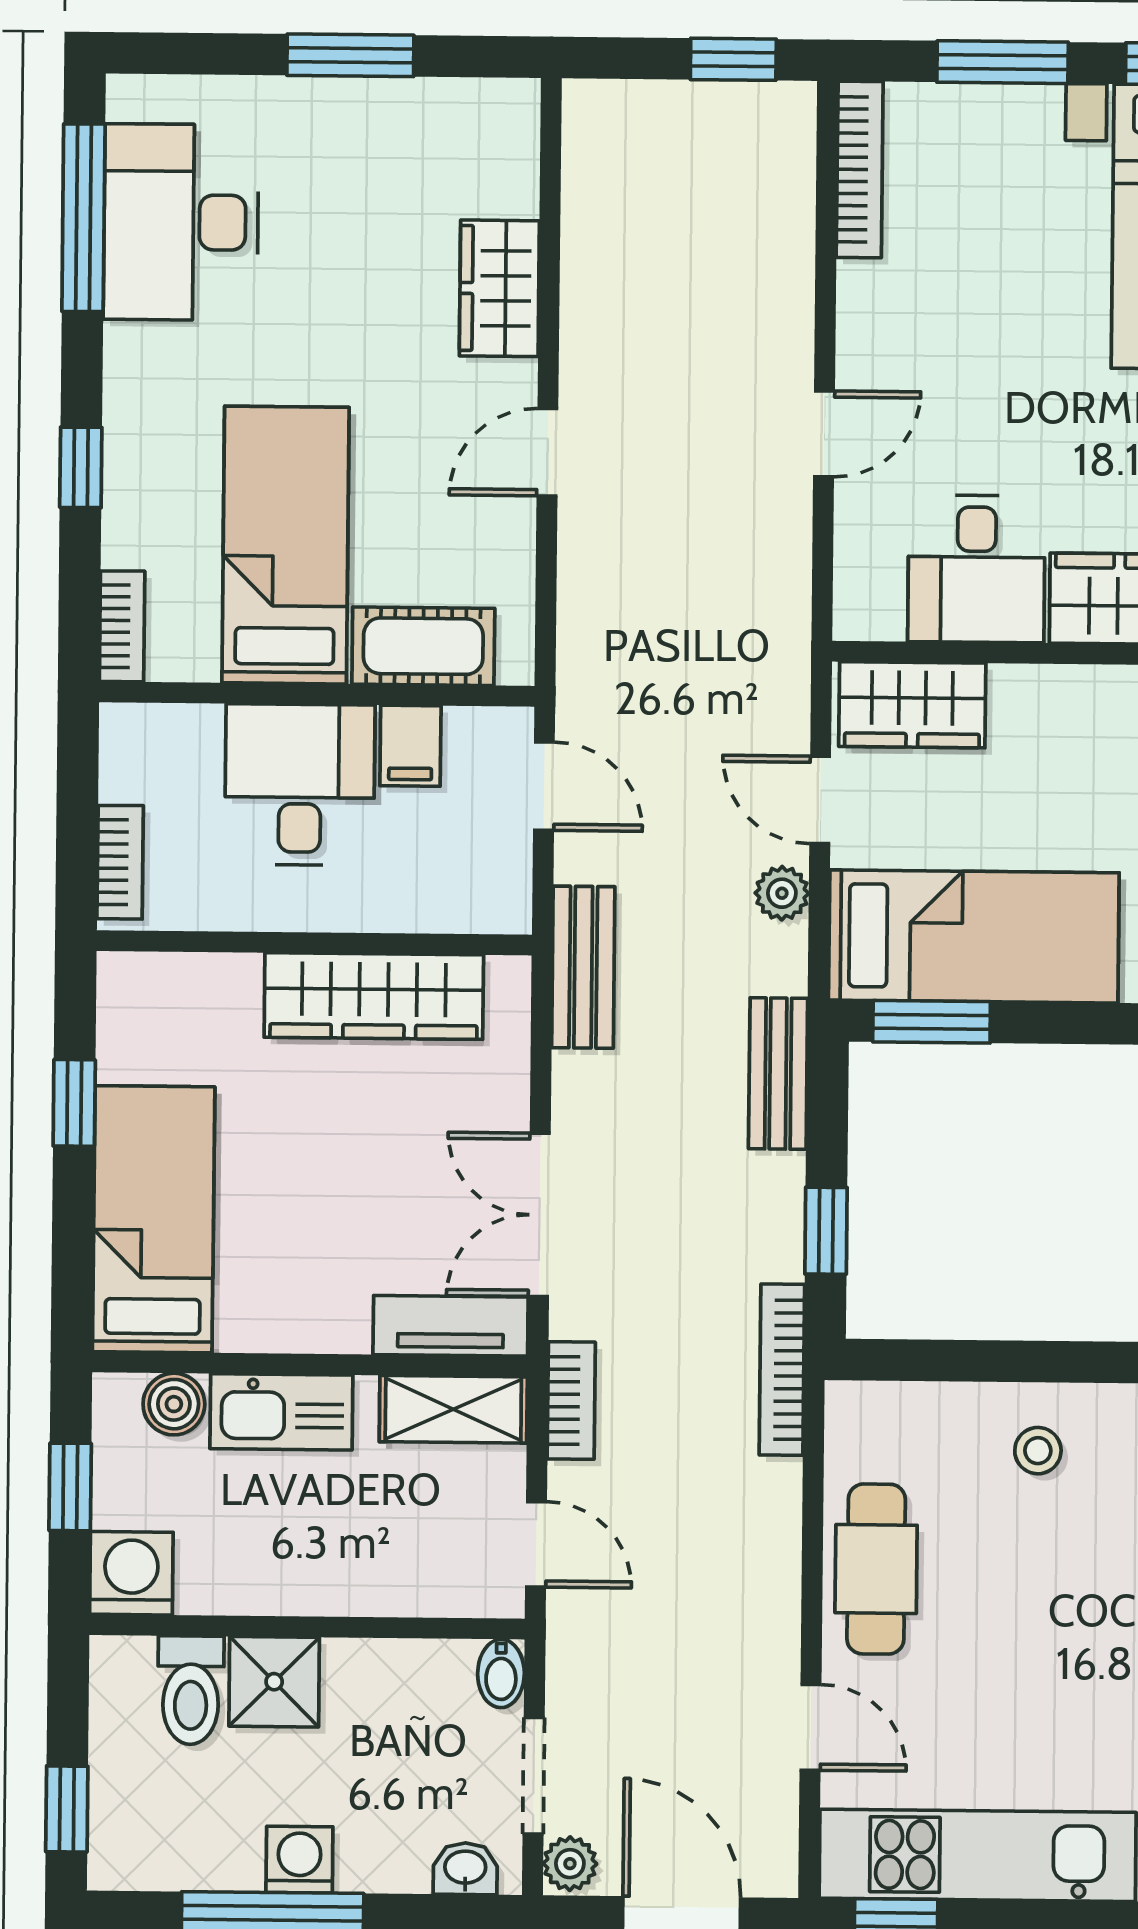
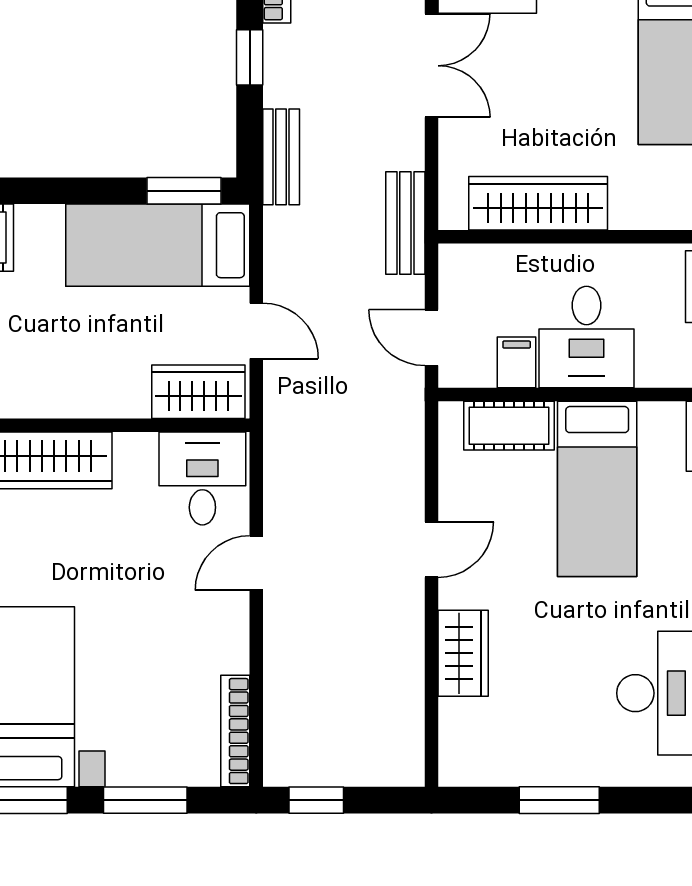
desk: (976, 569) -> (202, 478), moved
plant: (782, 893) -> (280, 271), removed

